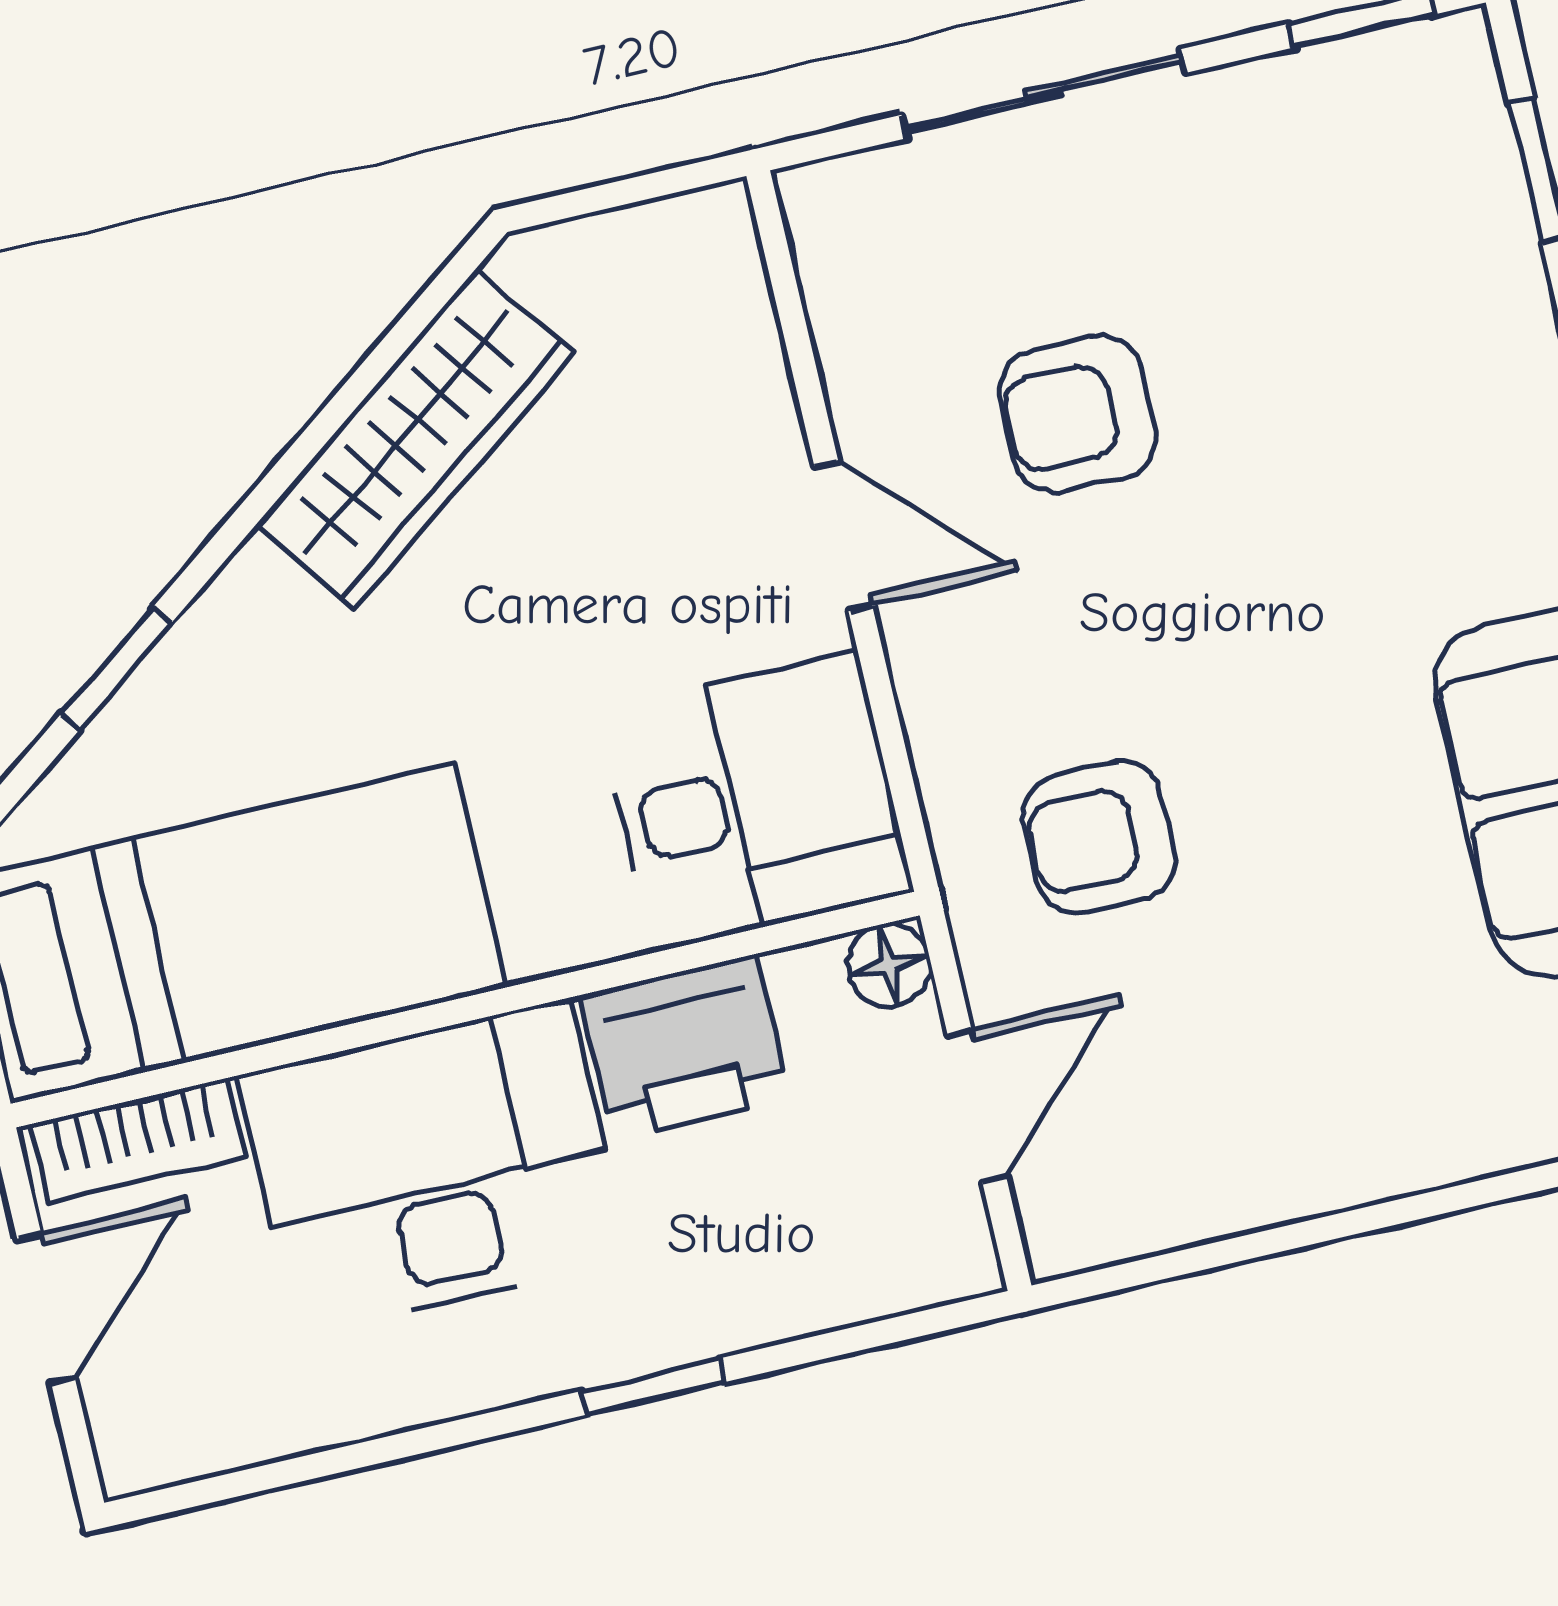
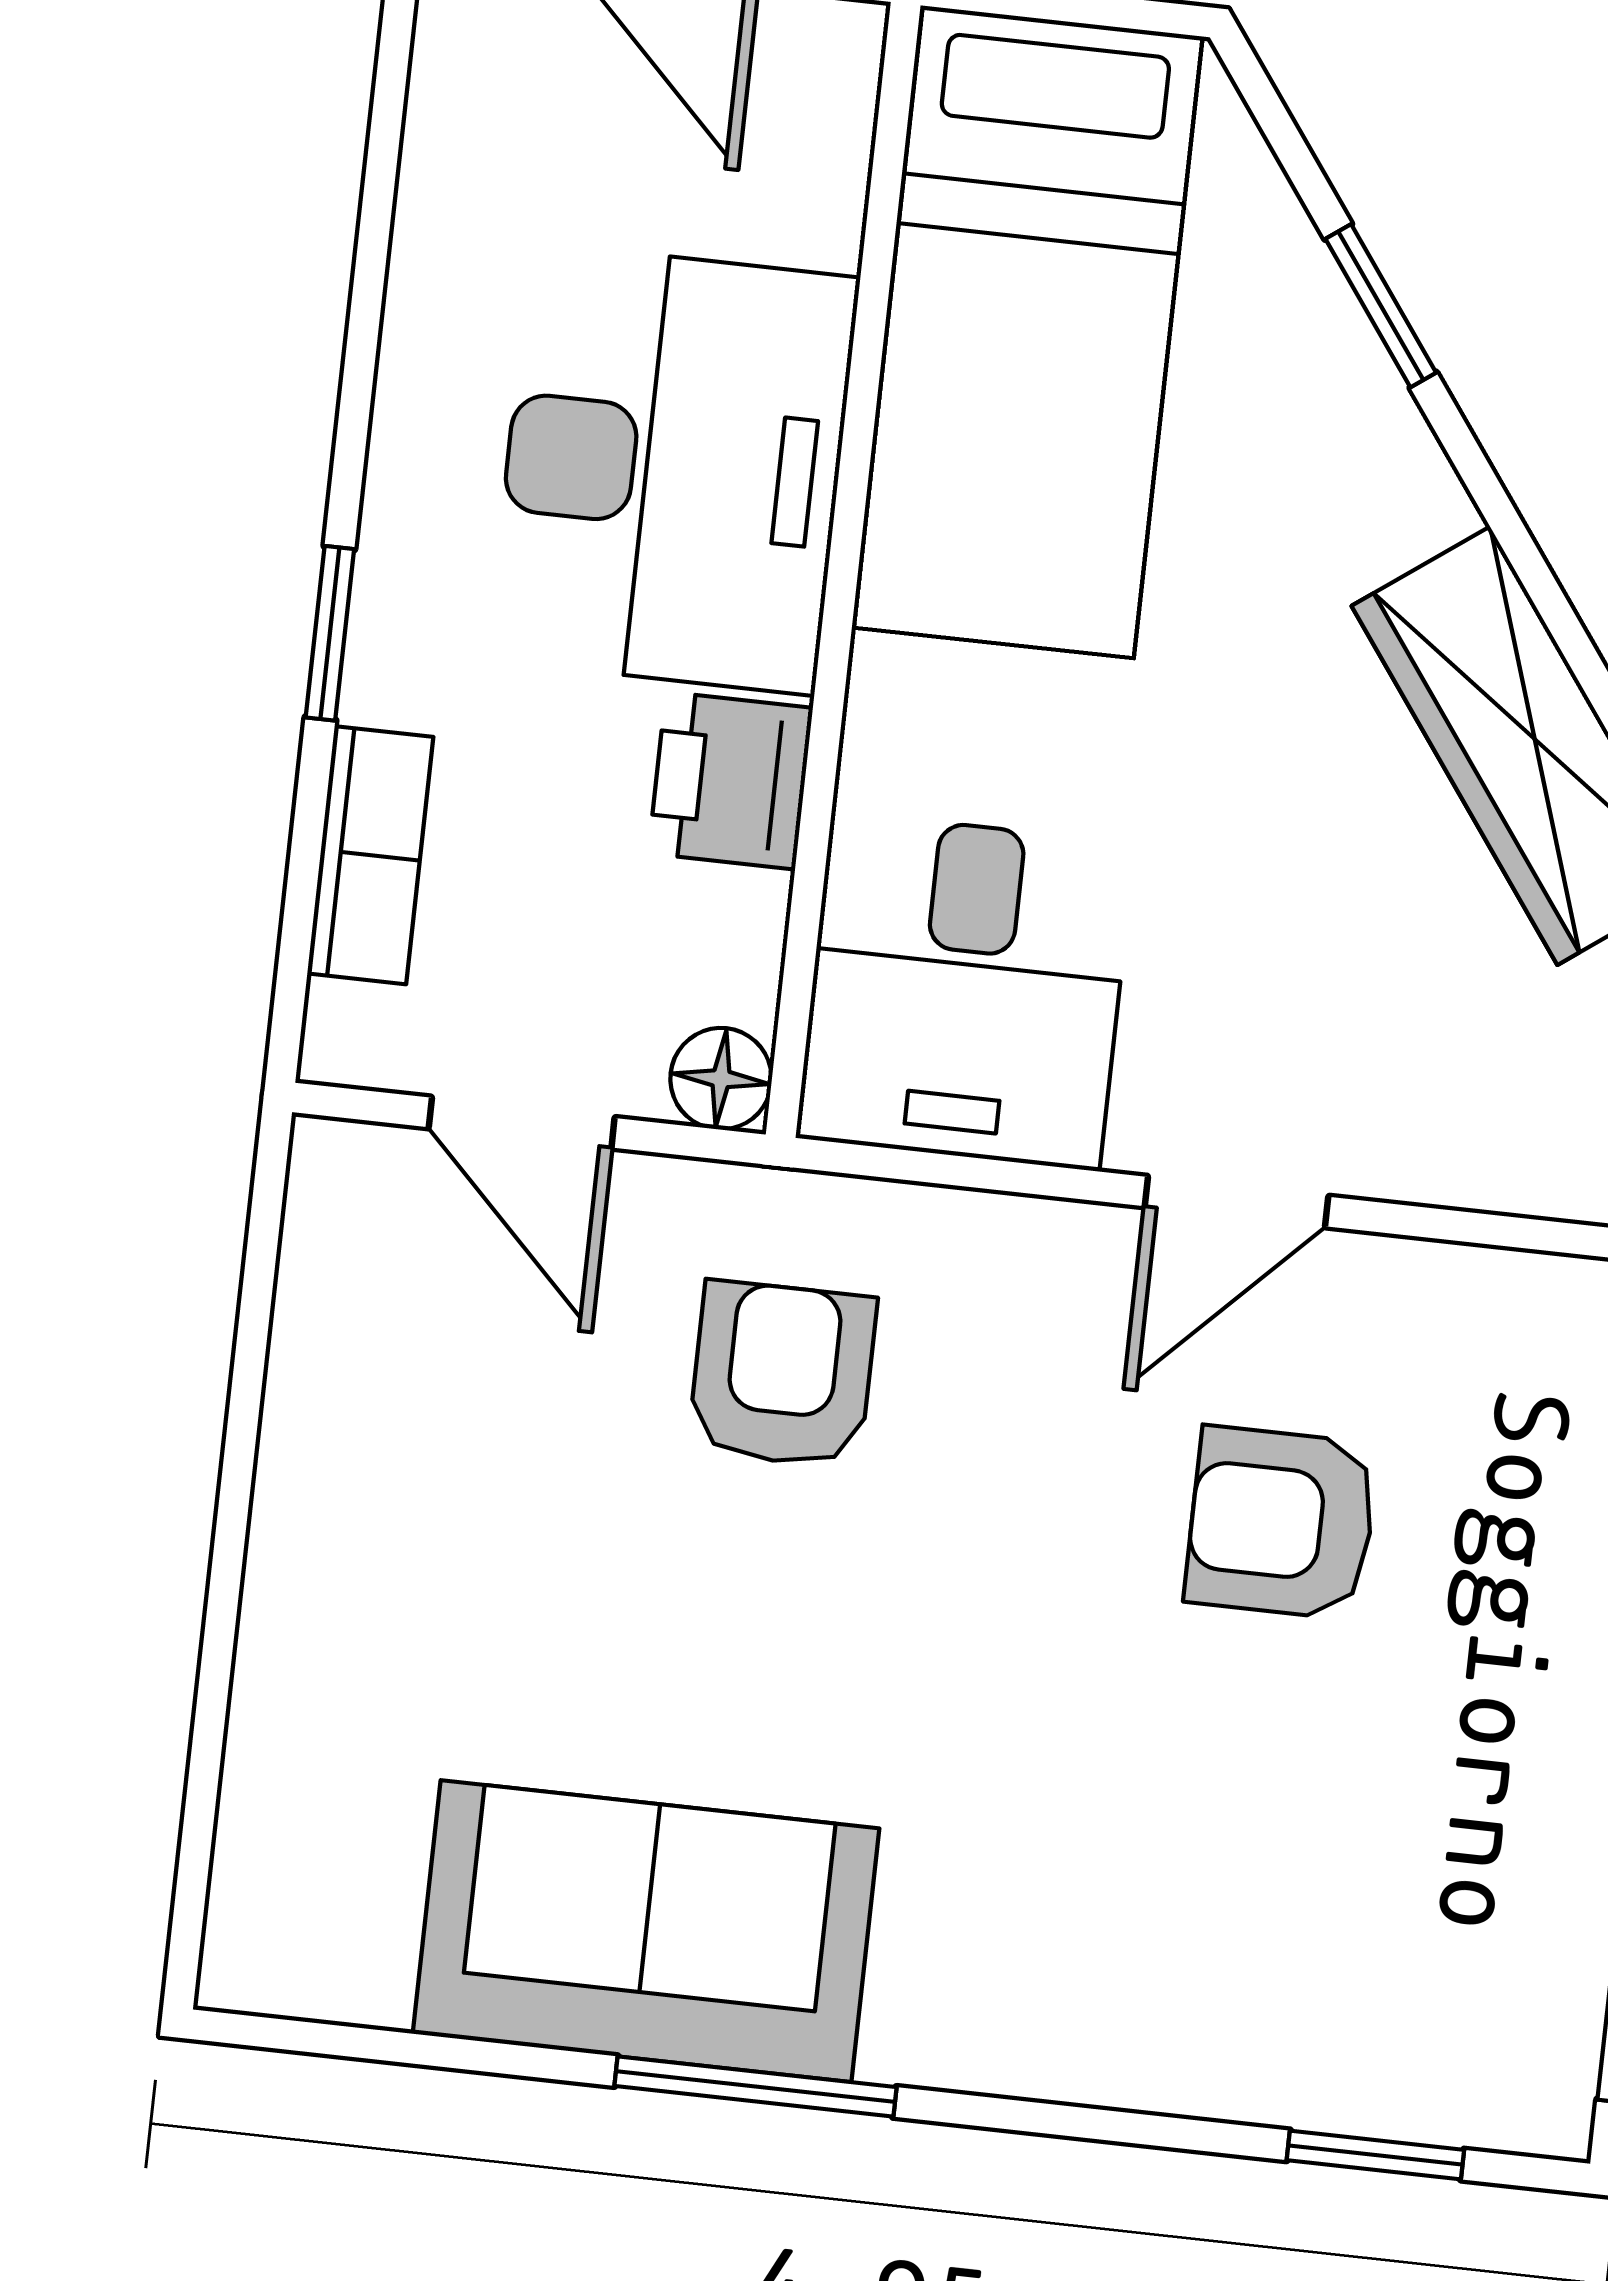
armchair: (1078, 414) -> (1281, 1523), turned -90
printer: (684, 1047) -> (731, 781), width x0.73, depth x0.81
bookcase: (137, 1141) -> (370, 855), moved, turned 180

